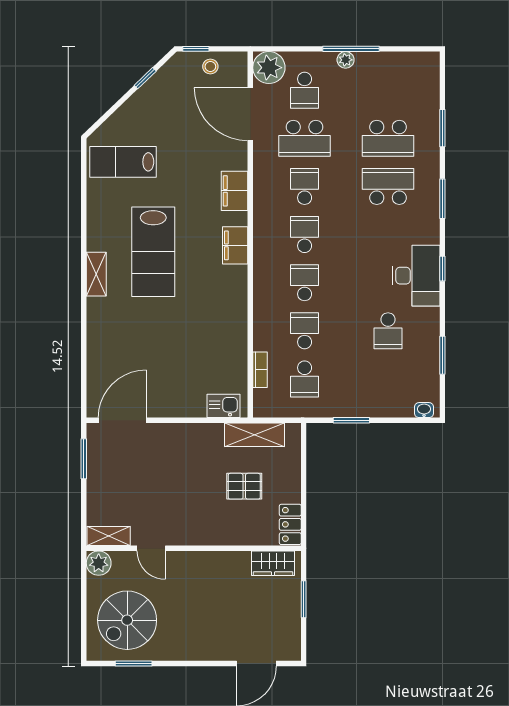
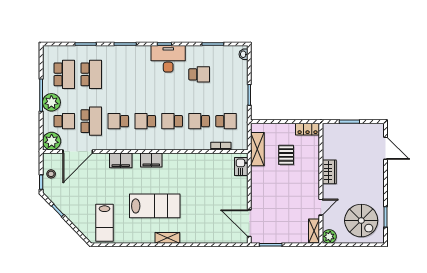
plant: (346, 60) -> (51, 102), width x1.87, depth x1.87
school desk: (388, 186) -> (64, 74), moved, turned 180
wardrobe: (273, 563) -> (329, 172), moved

